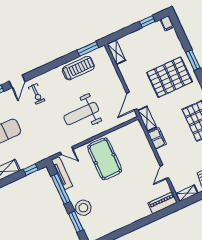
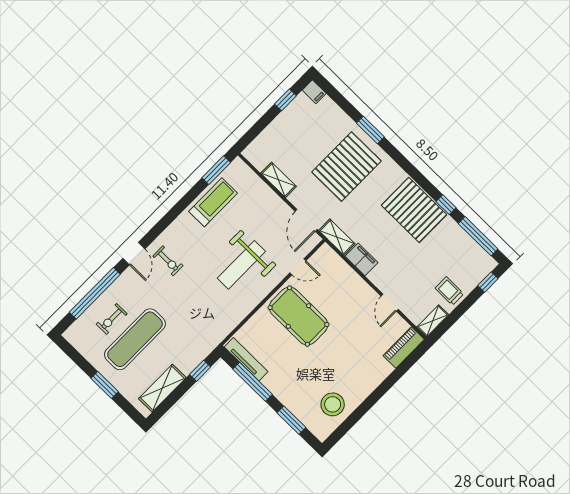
shelving: (116, 52) -> (279, 180), moved
door: (67, 151) -> (298, 267), moved
stool: (83, 208) -> (333, 404), moved

